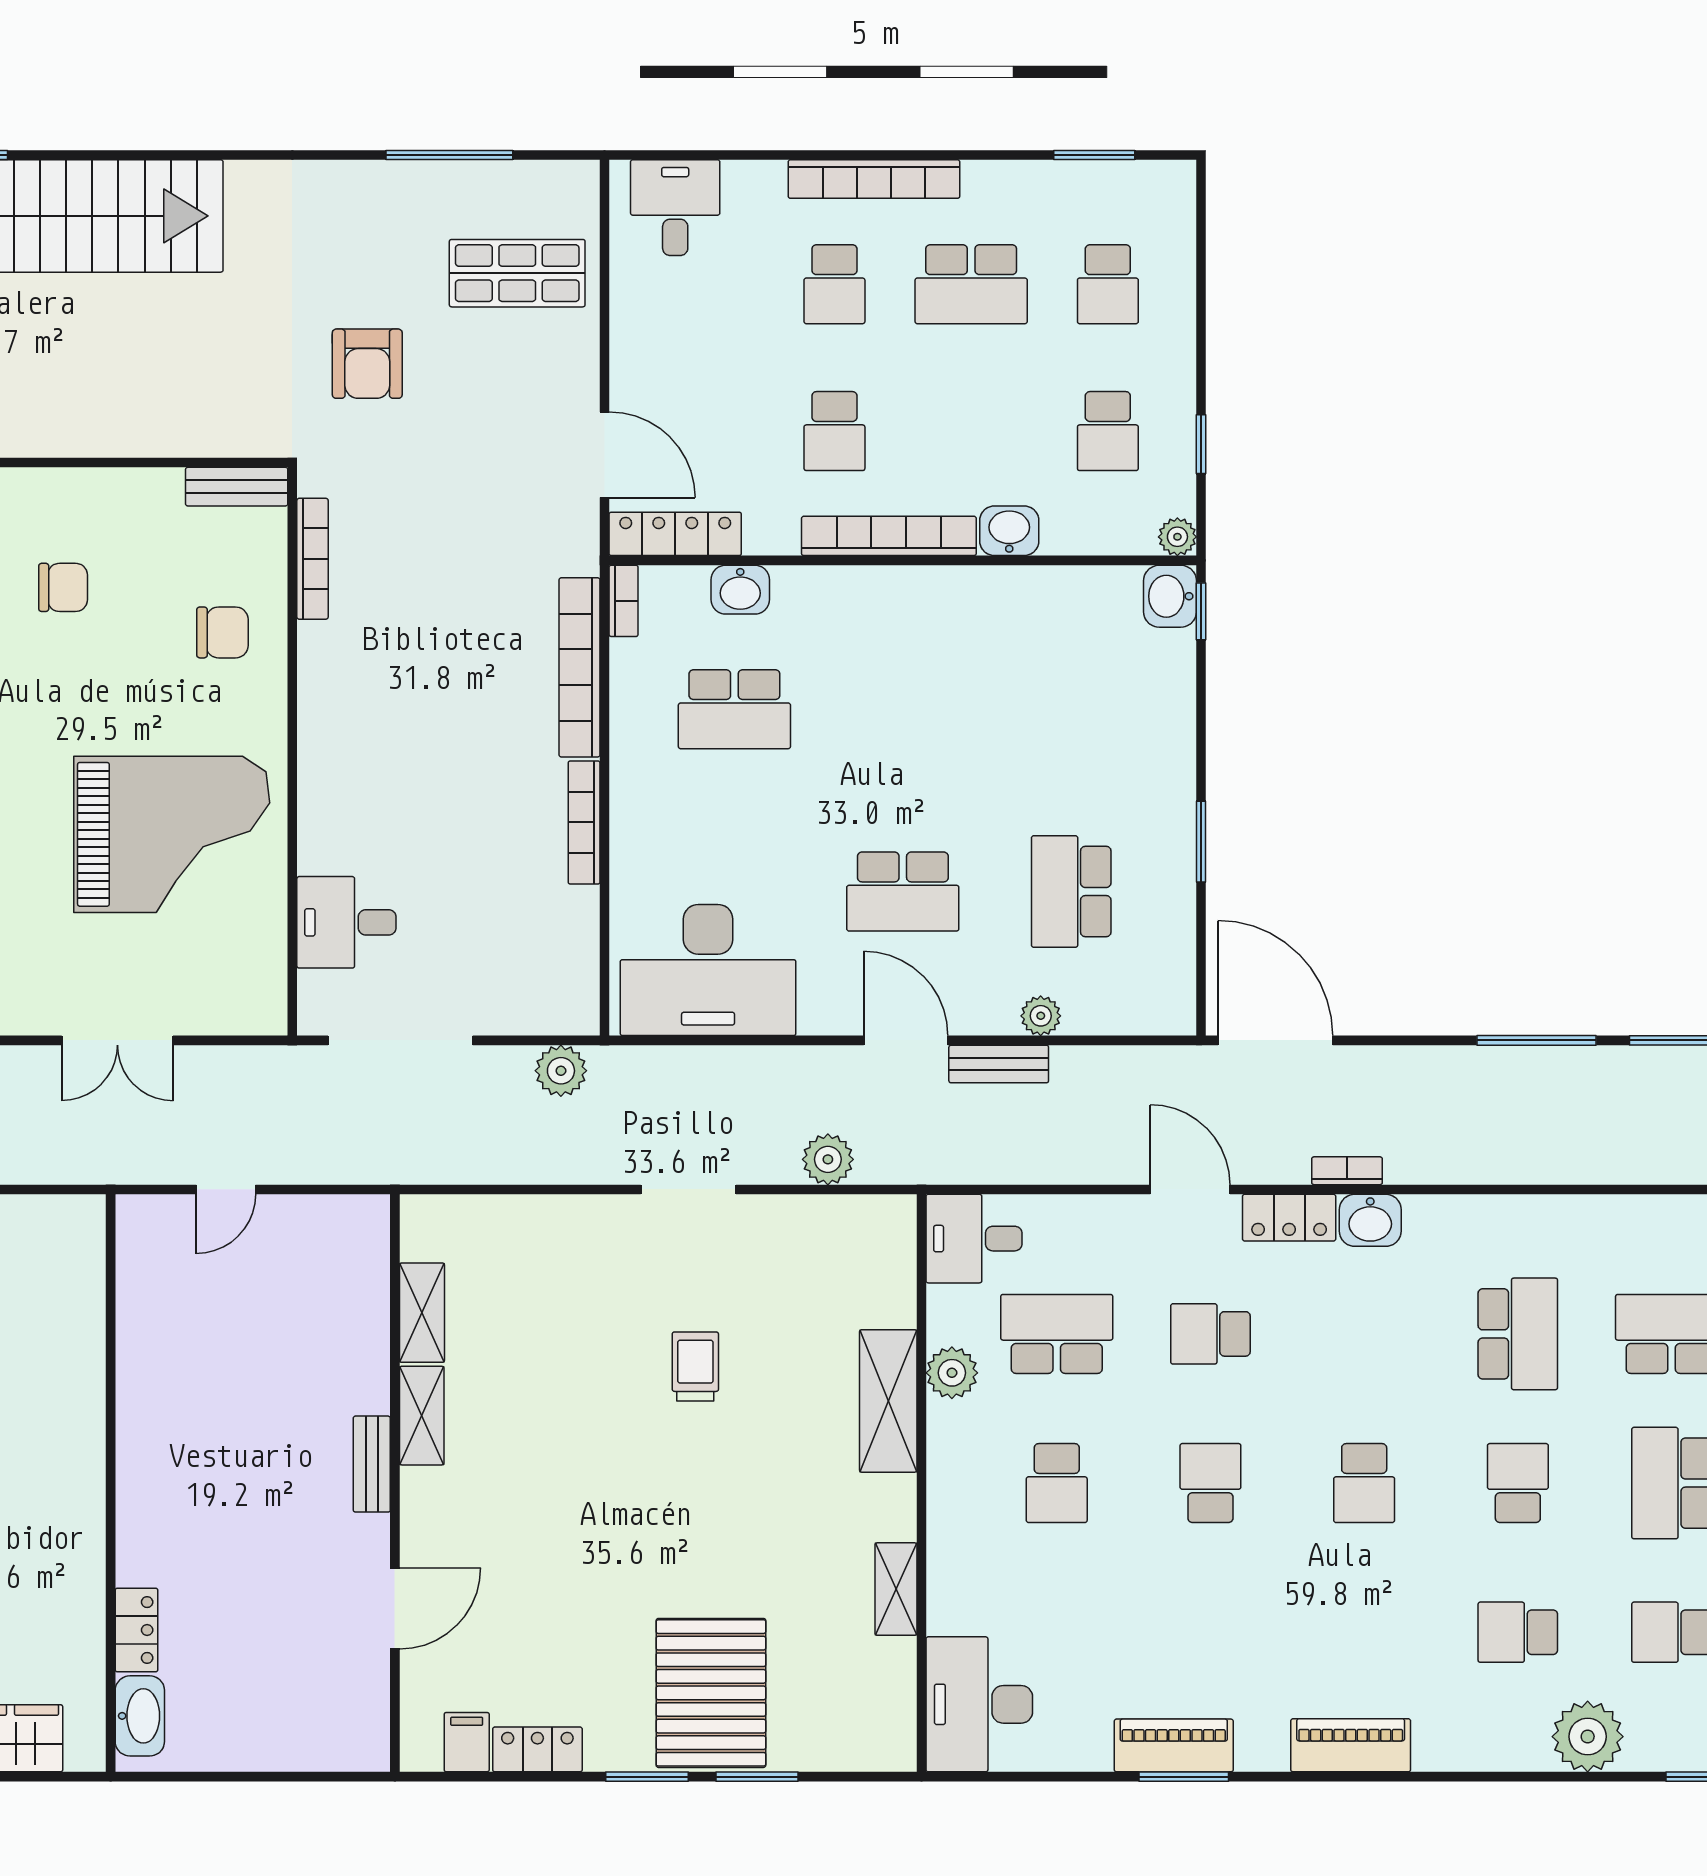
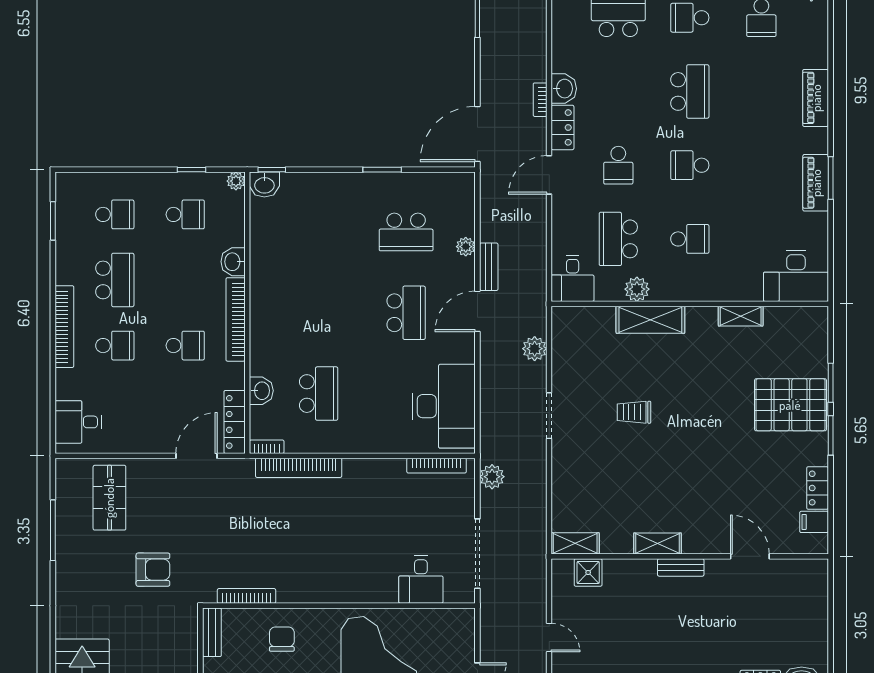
bookcase: (584, 822) -> (437, 466), moved
shower: (361, 1271) -> (588, 572), added
shelving: (422, 1313) -> (575, 543), moved
school desk: (1364, 1483) -> (690, 91), width x1.85

